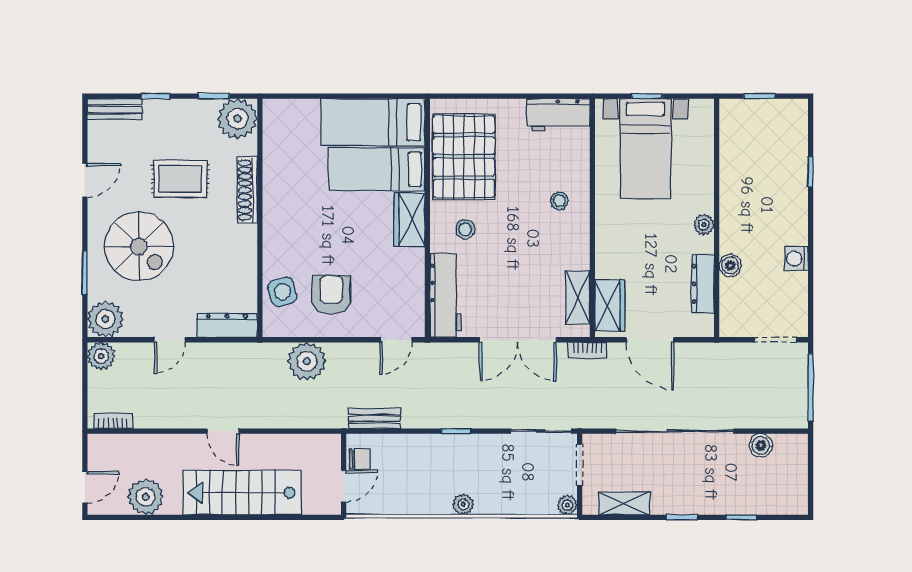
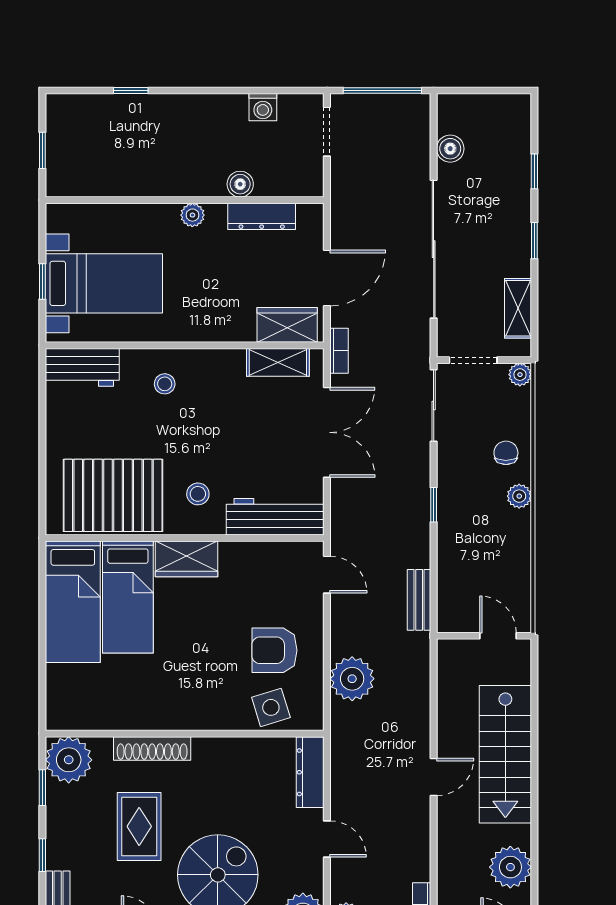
workbench: (558, 115) -> (82, 367), moved, turned 90
washing machine: (796, 259) -> (263, 107), moved
chair: (360, 459) -> (506, 453), moved

